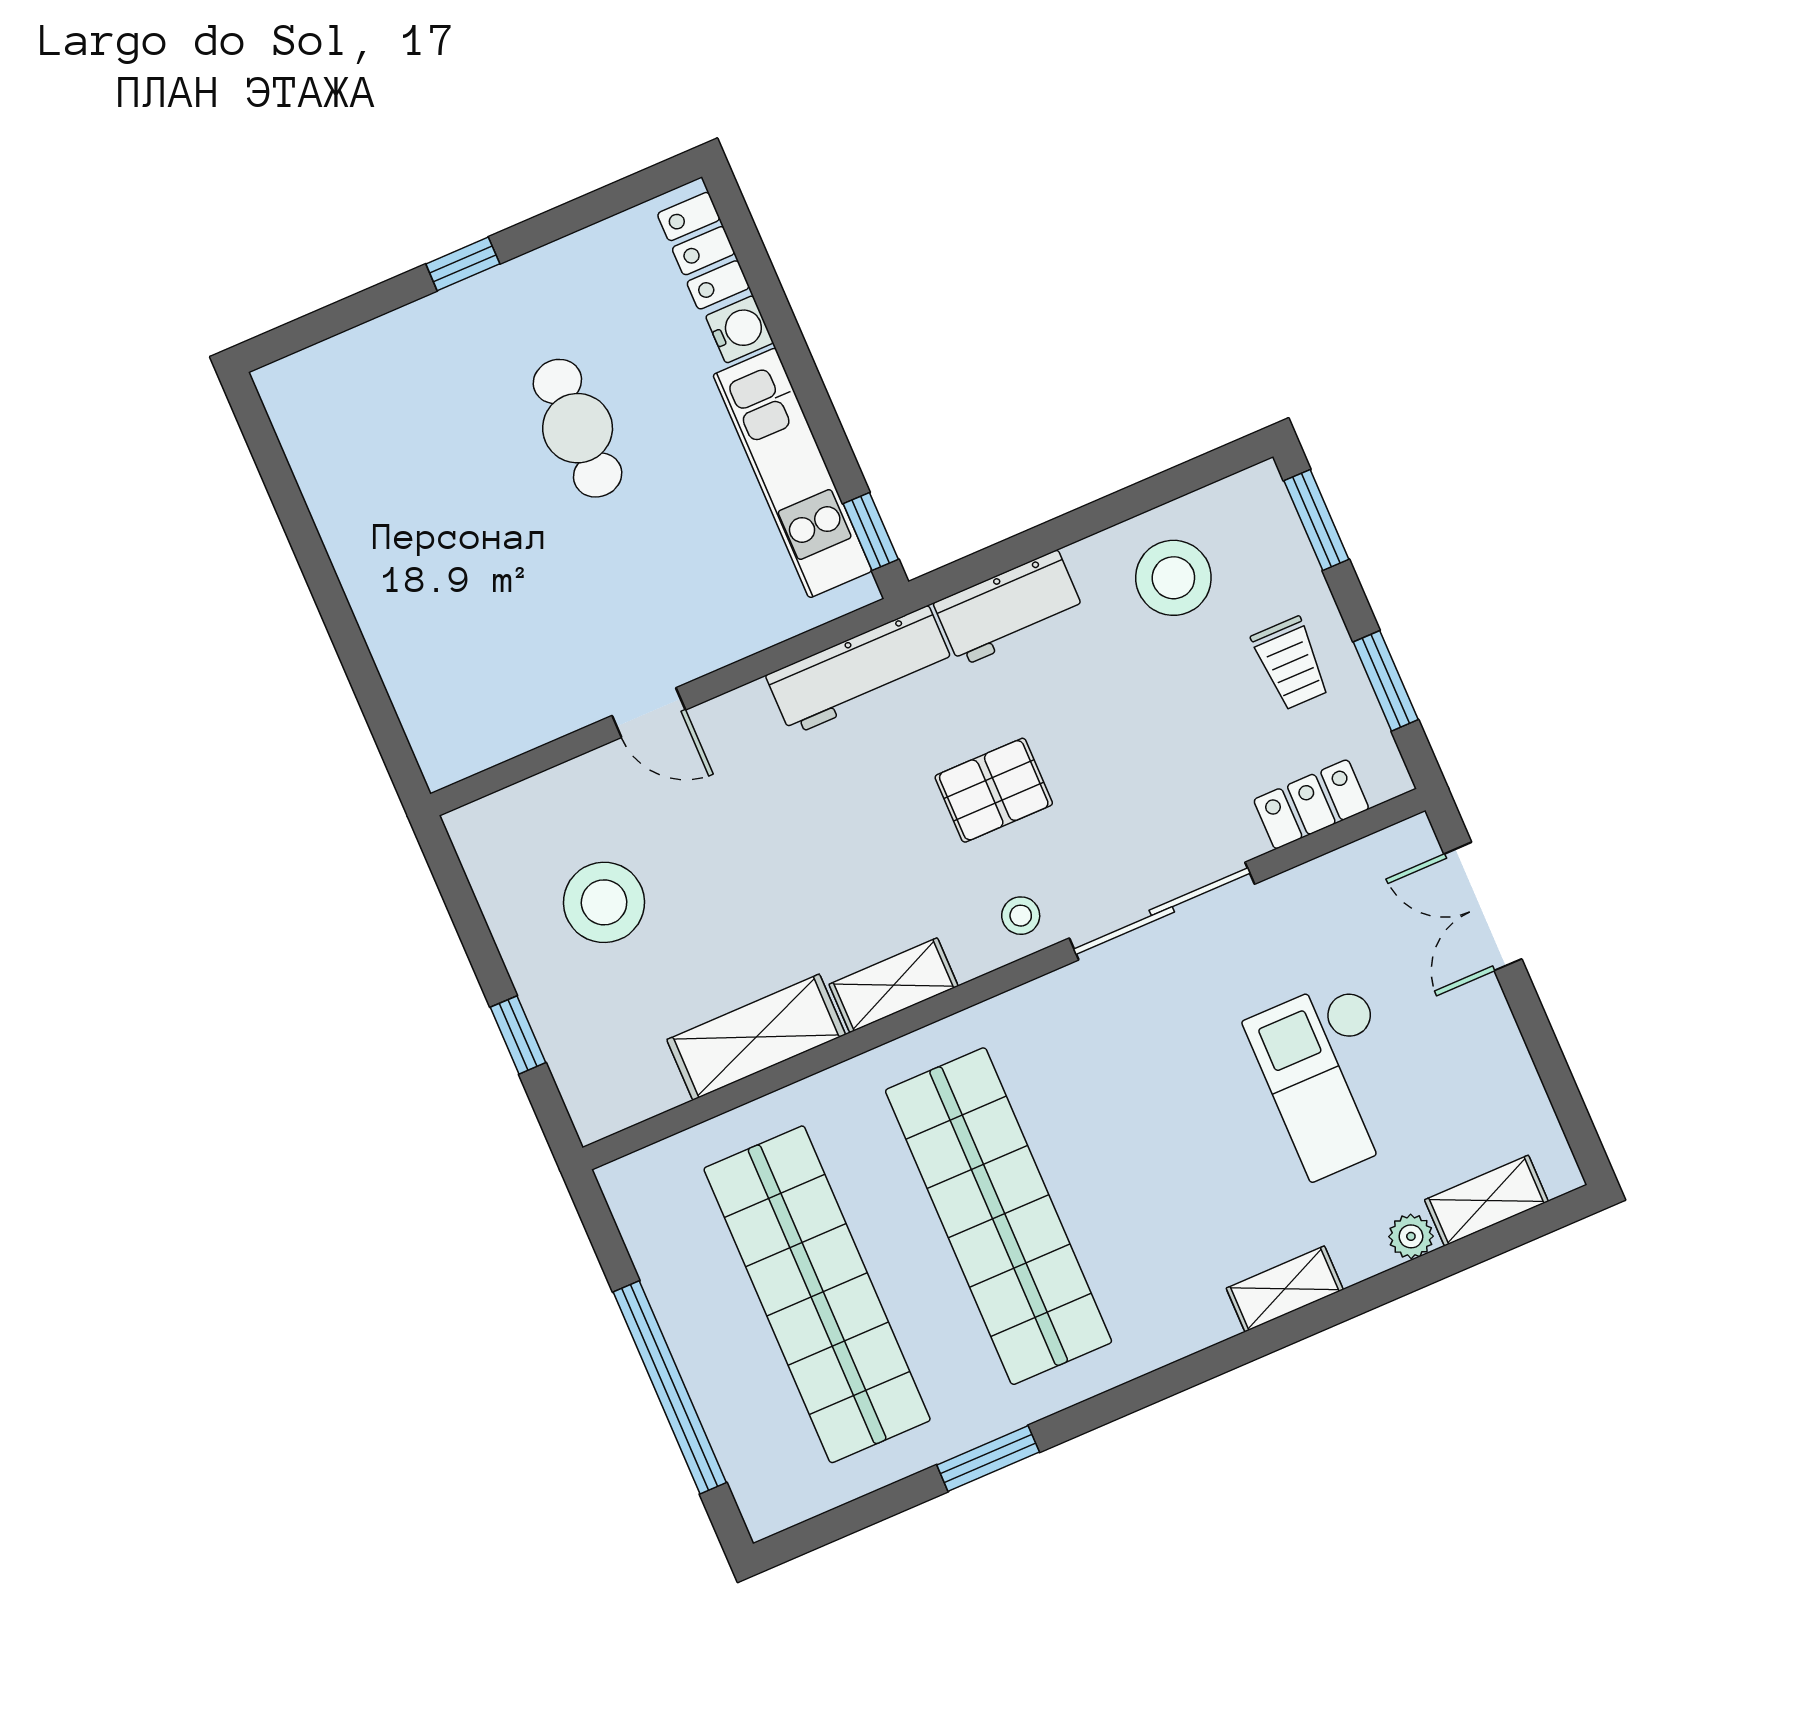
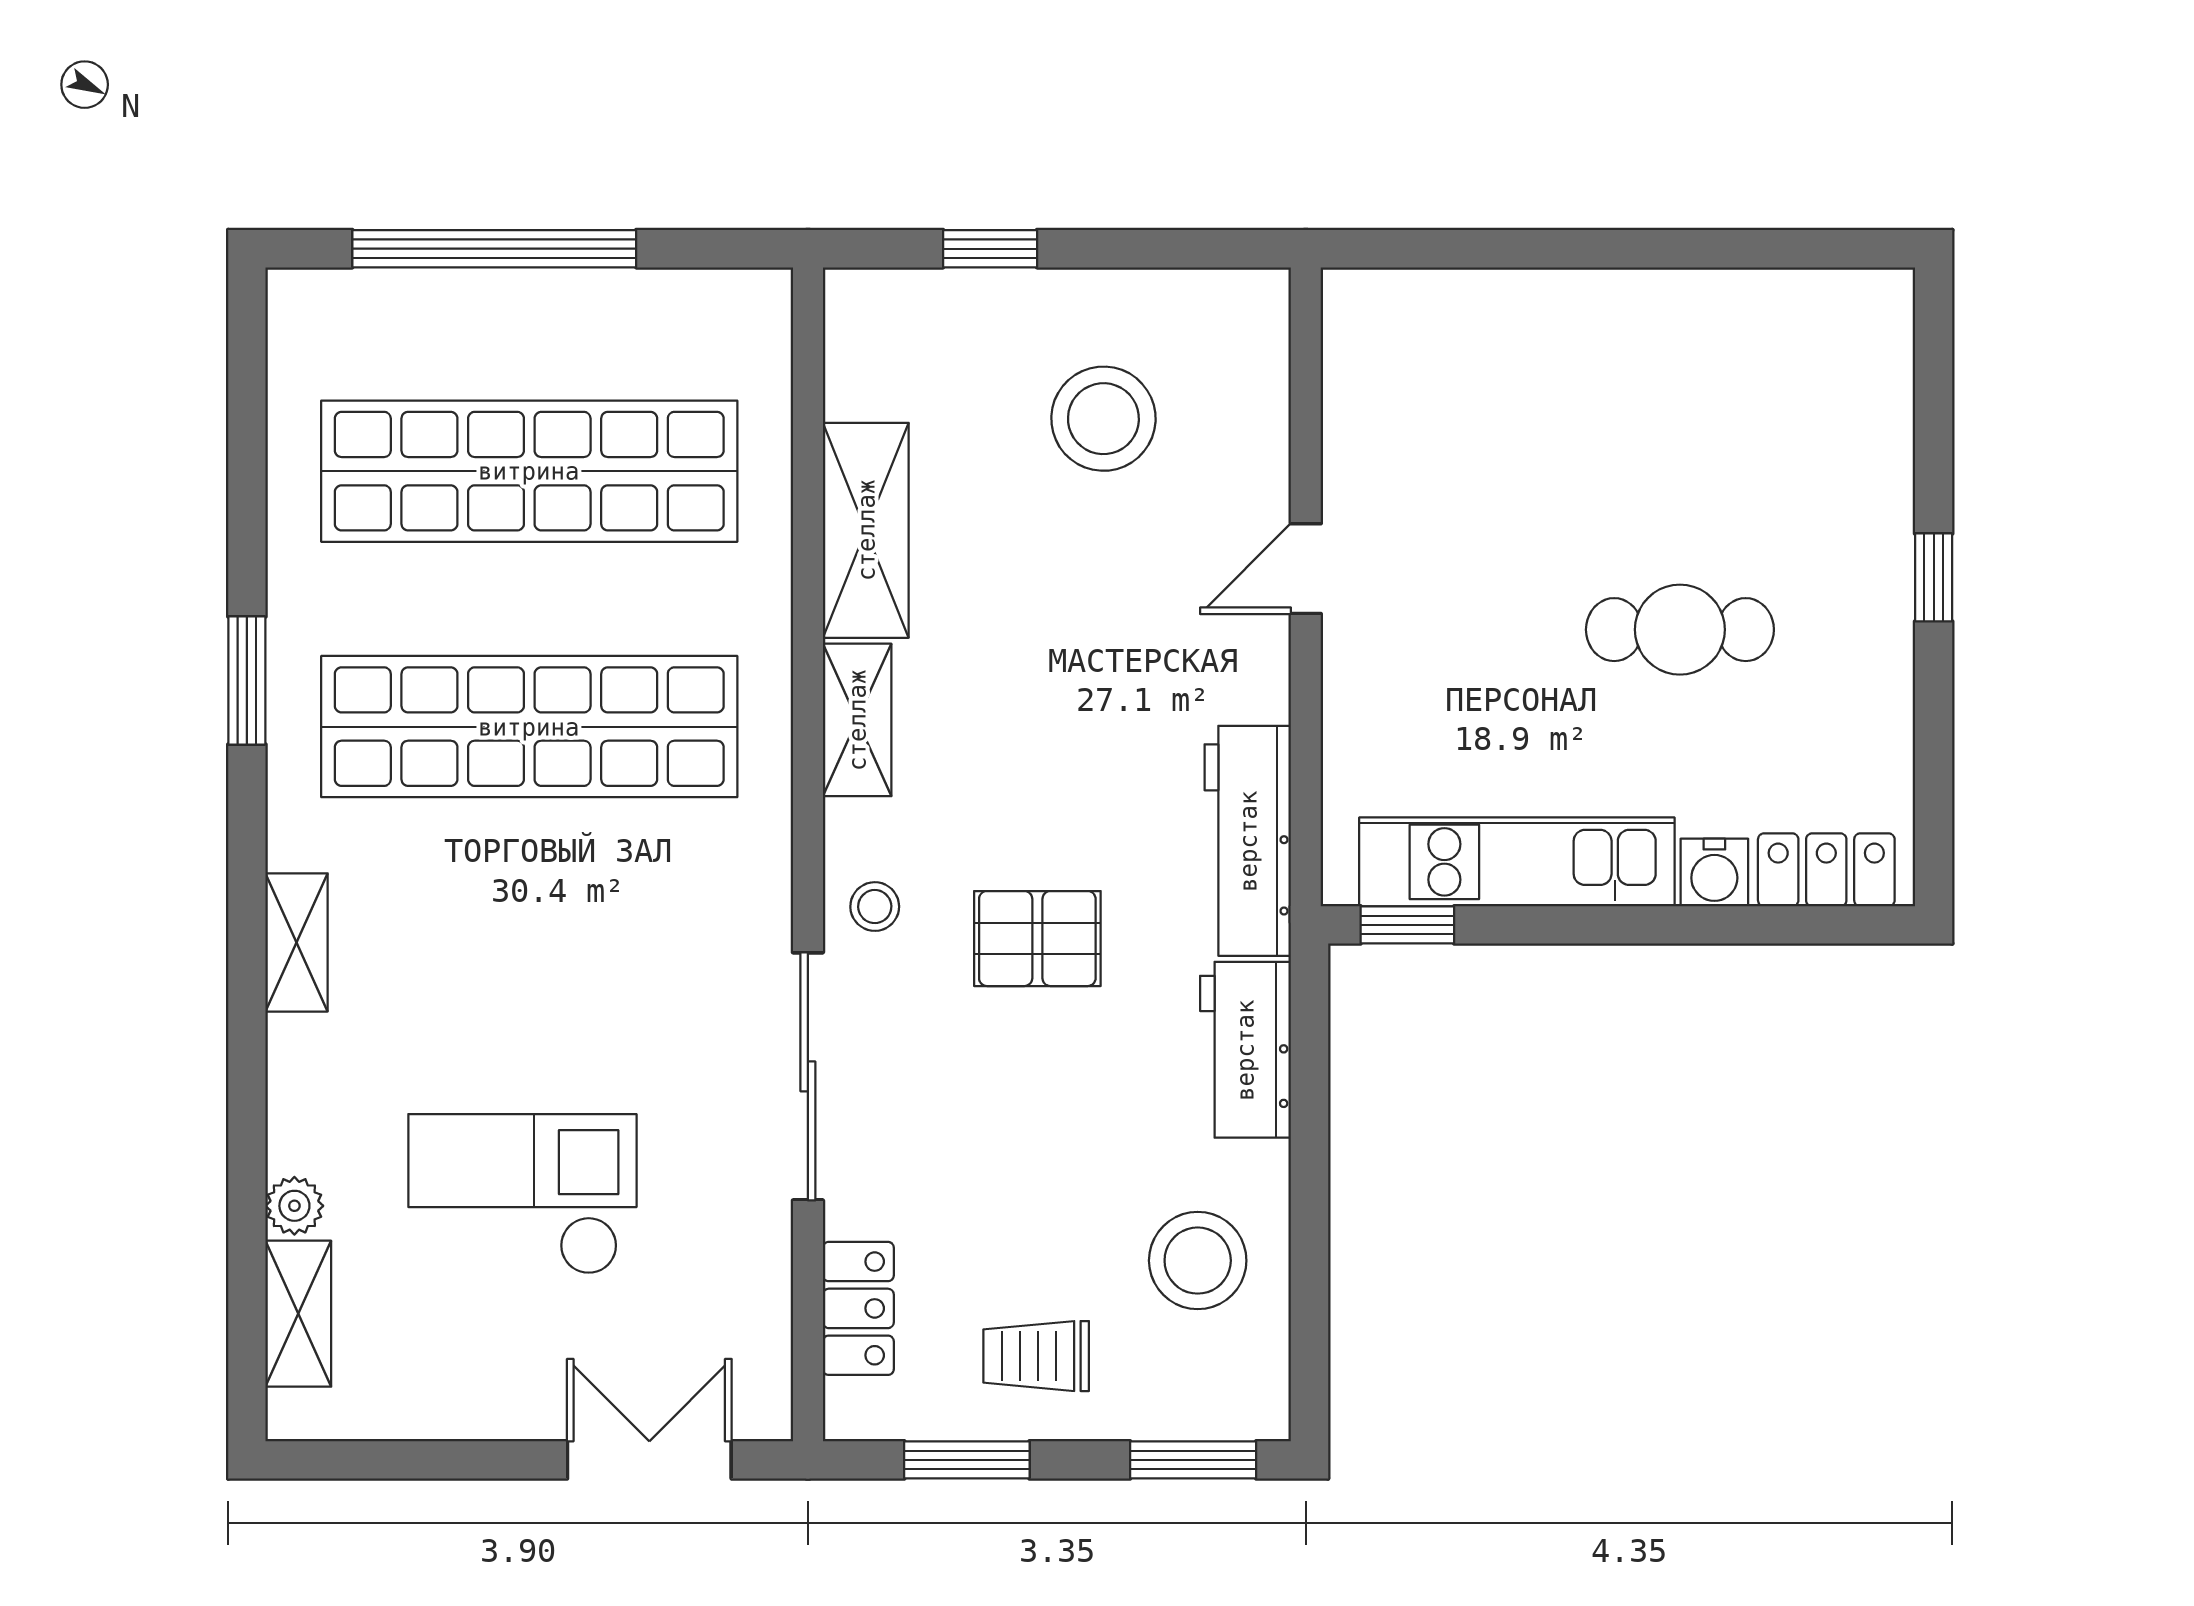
pallet: (994, 790) -> (1037, 939), turned 90
shelving: (1285, 1289) -> (297, 942), moved
window: (988, 1459) -> (247, 680), moved

